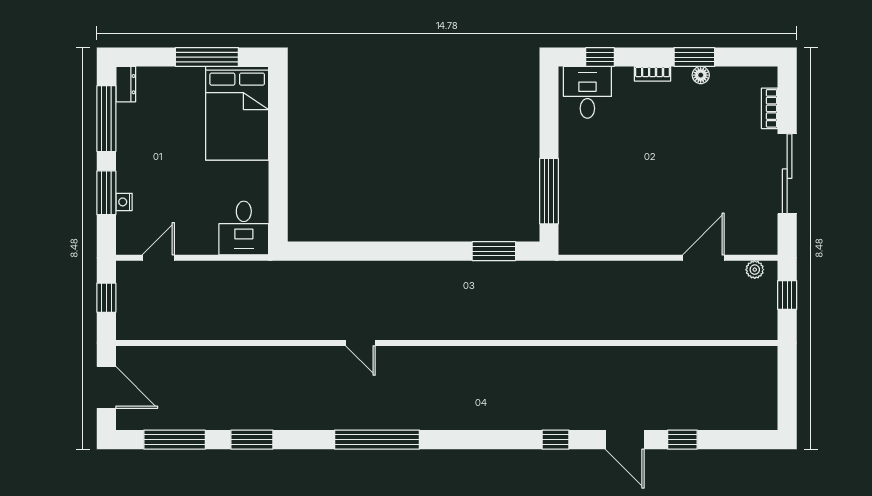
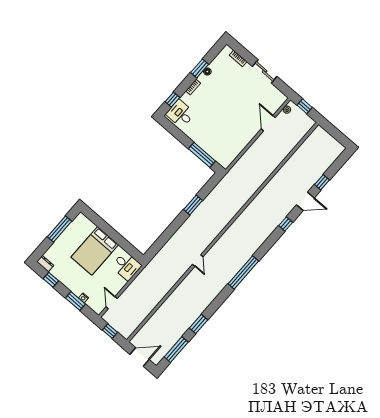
bed: (237, 113) -> (95, 251), moved, turned 90
window: (106, 119) -> (51, 280), width x0.46
sliding door: (787, 174) -> (265, 71), width x0.73
window: (494, 251) -> (193, 205), moved
door: (360, 343) -> (198, 261), hinge flipped
window: (377, 440) -> (243, 272), moved

